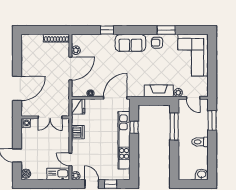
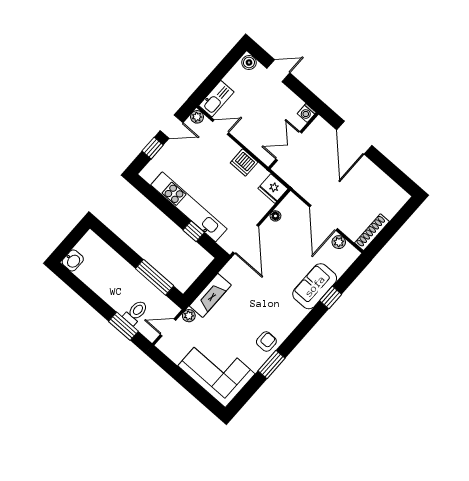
sofa: (130, 43) -> (315, 286), moved
toilet: (200, 142) -> (136, 312), moved

